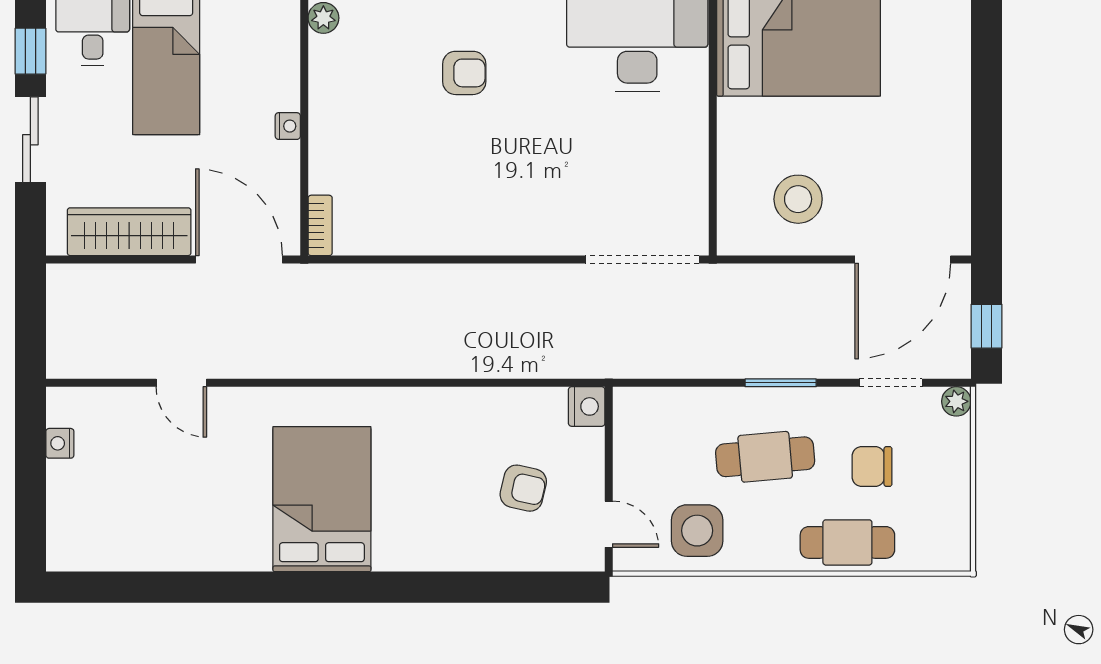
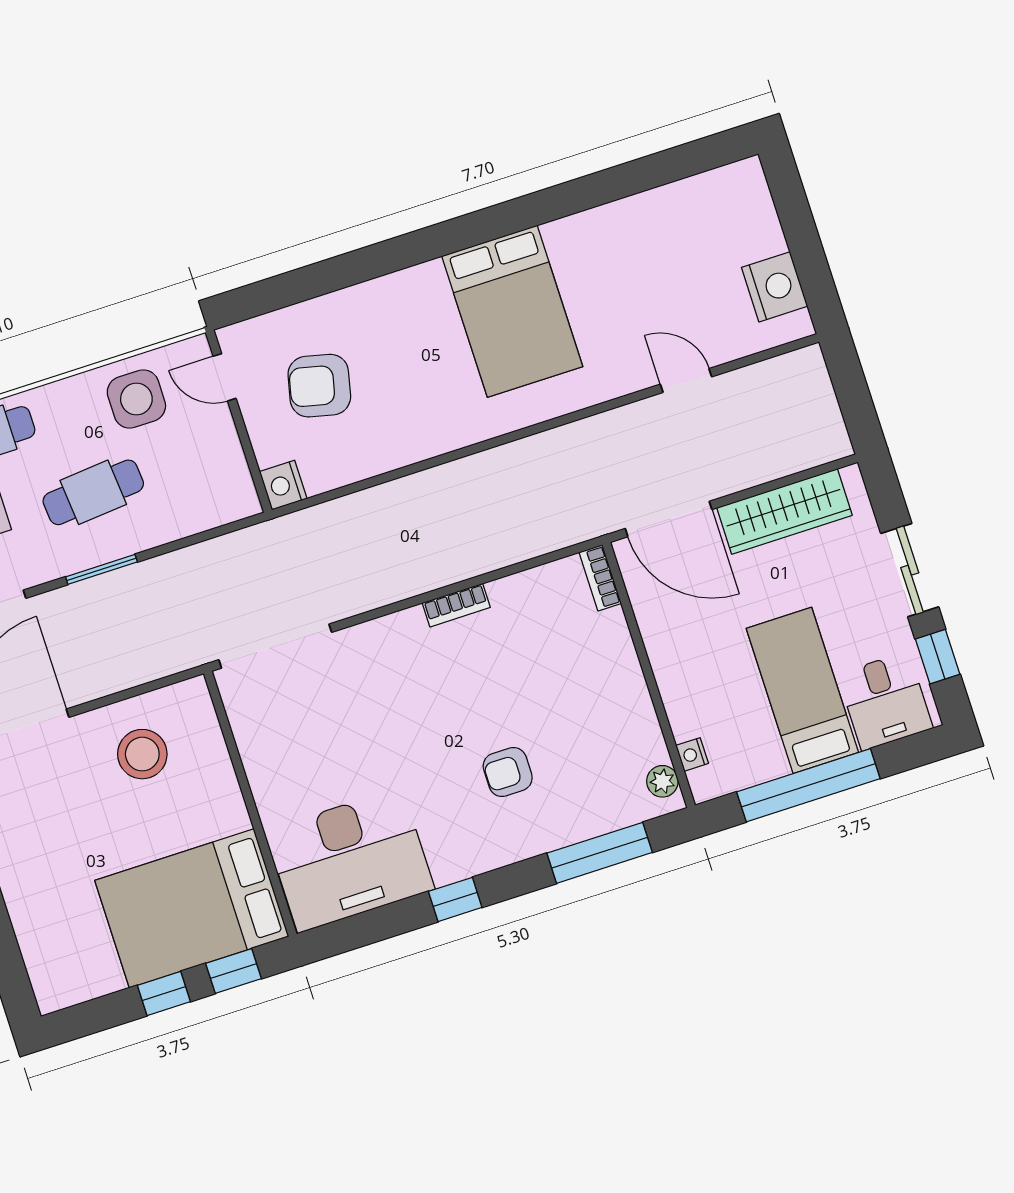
nightstand: (288, 126) -> (692, 754), moved
bookcase: (462, 243) -> (456, 605), added
nightstand: (60, 443) -> (775, 287), width x1.89, depth x1.79
armchair: (523, 488) -> (319, 386), width x1.38, depth x1.38

